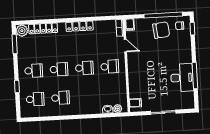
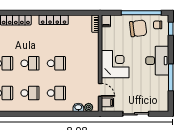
door: (125, 46) -> (100, 90), moved
corner desk: (141, 66) -> (115, 64), added
school desk: (110, 67) -> (56, 93), moved
desk: (182, 78) -> (157, 61), moved

